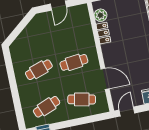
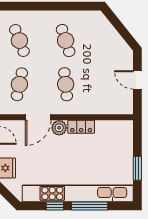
plant: (100, 15) -> (59, 128), moved
locker: (103, 33) -> (81, 127), moved

